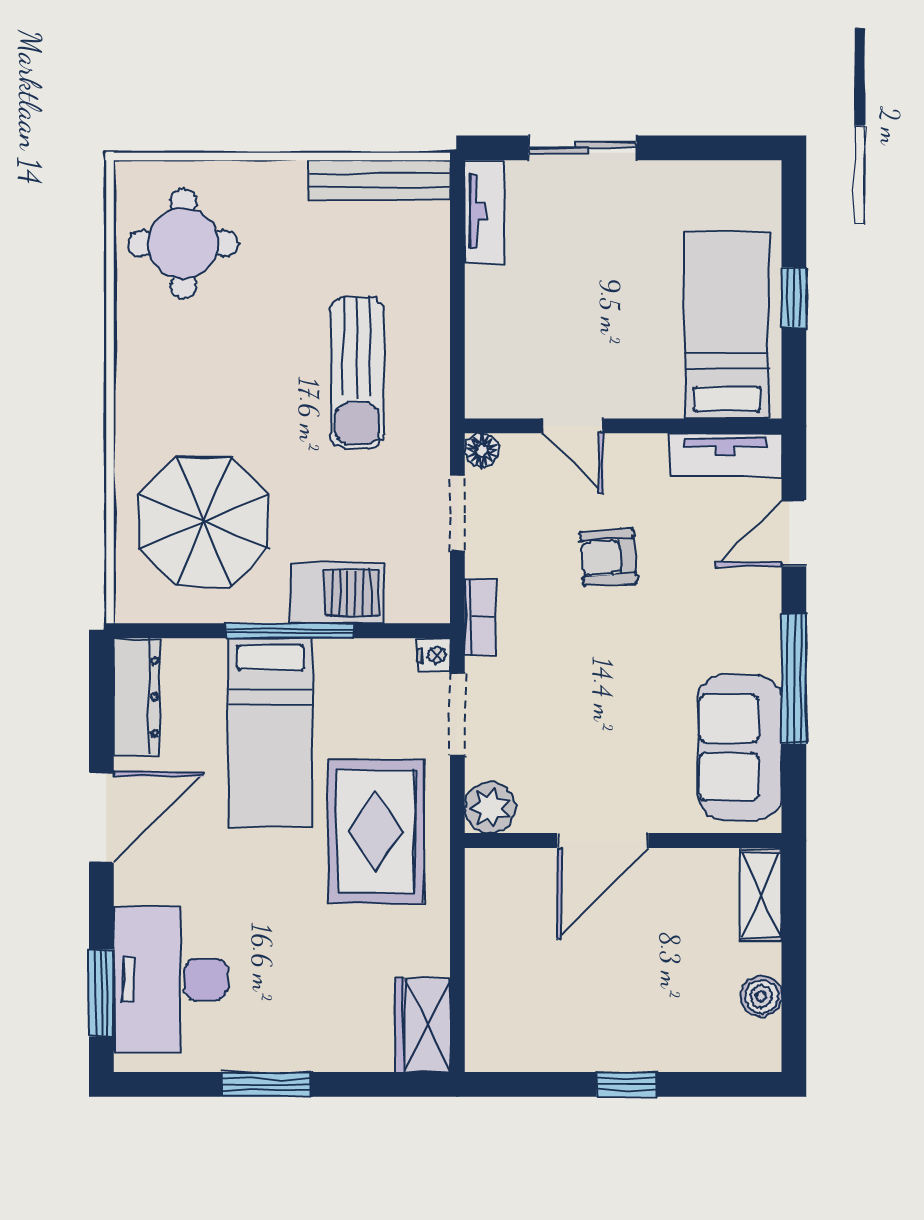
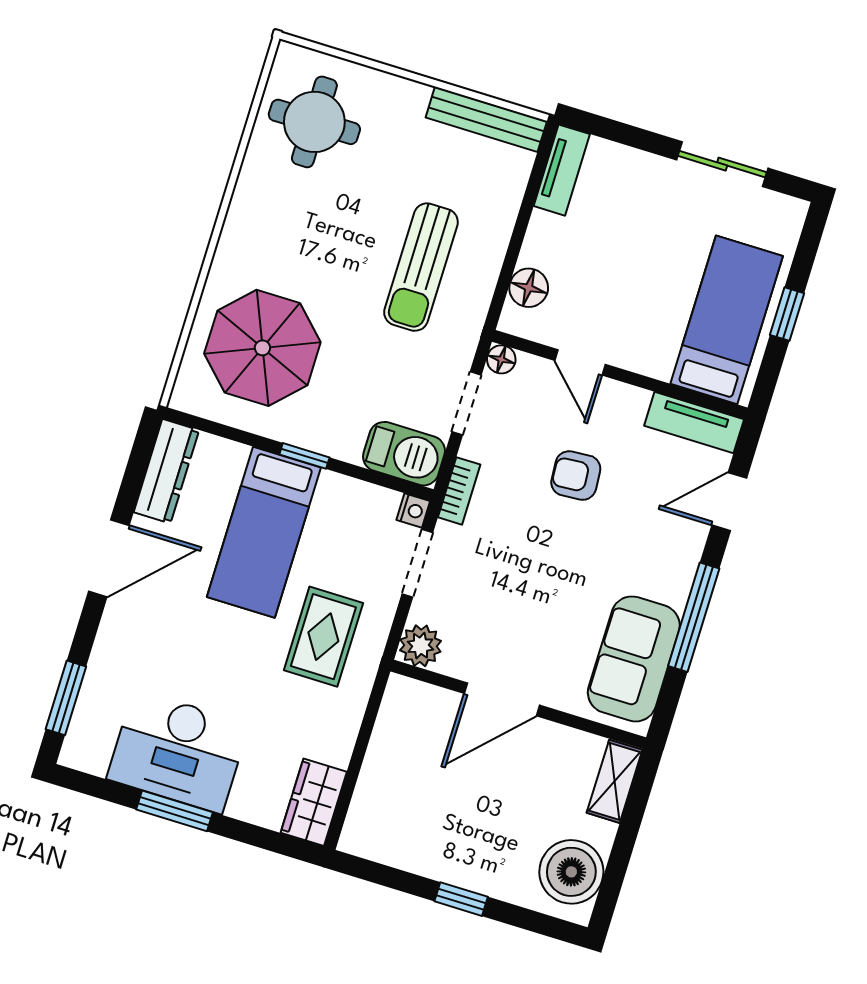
sliding door: (582, 148) -> (722, 164), moved
floor lamp: (488, 358) -> (529, 288), added
barbecue: (337, 593) -> (404, 454), moved
window: (290, 631) -> (304, 456), width x0.46
rug: (376, 832) -> (323, 637), width x0.73, depth x0.70
desk: (171, 980) -> (178, 751), moved, turned -90
boiler: (761, 996) -> (571, 872), width x1.86, depth x1.86

